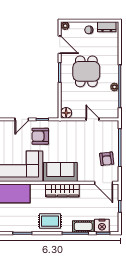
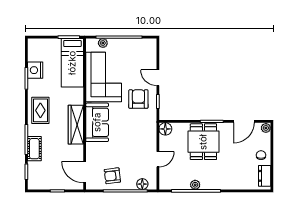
dining table: (86, 71) -> (203, 142), moved, turned 90
floor lamp: (114, 133) -> (142, 184), added
door: (104, 183) -> (85, 172), hinge flipped
nightstand: (102, 226) -> (35, 70), moved

